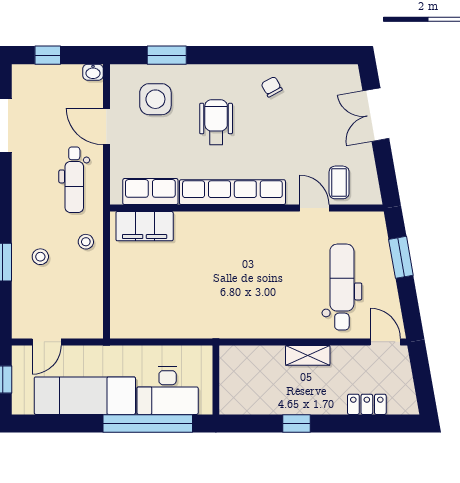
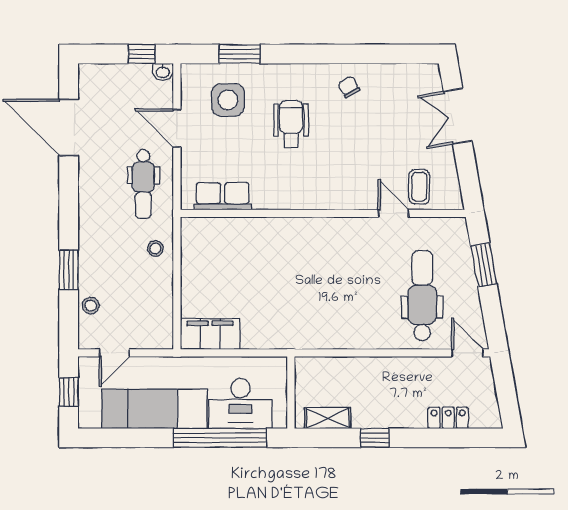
window: (48, 55) -> (142, 54), moved
row of seats: (232, 192) -> (308, 197), removed
filing cabinet: (145, 226) -> (210, 334), moved, turned 180
stool: (40, 257) -> (91, 306), moved
shelving: (308, 355) -> (328, 418), moved

